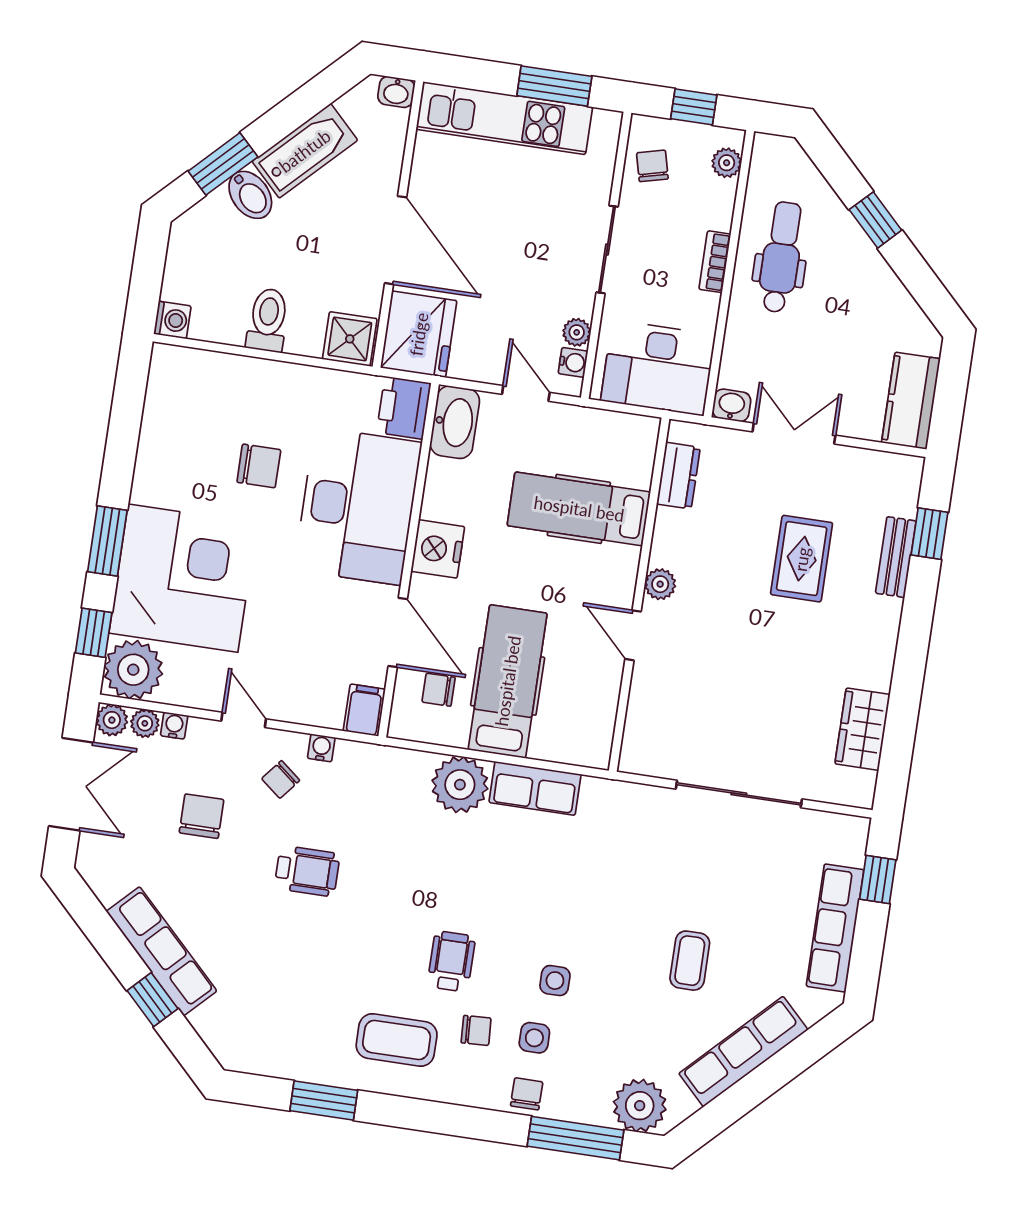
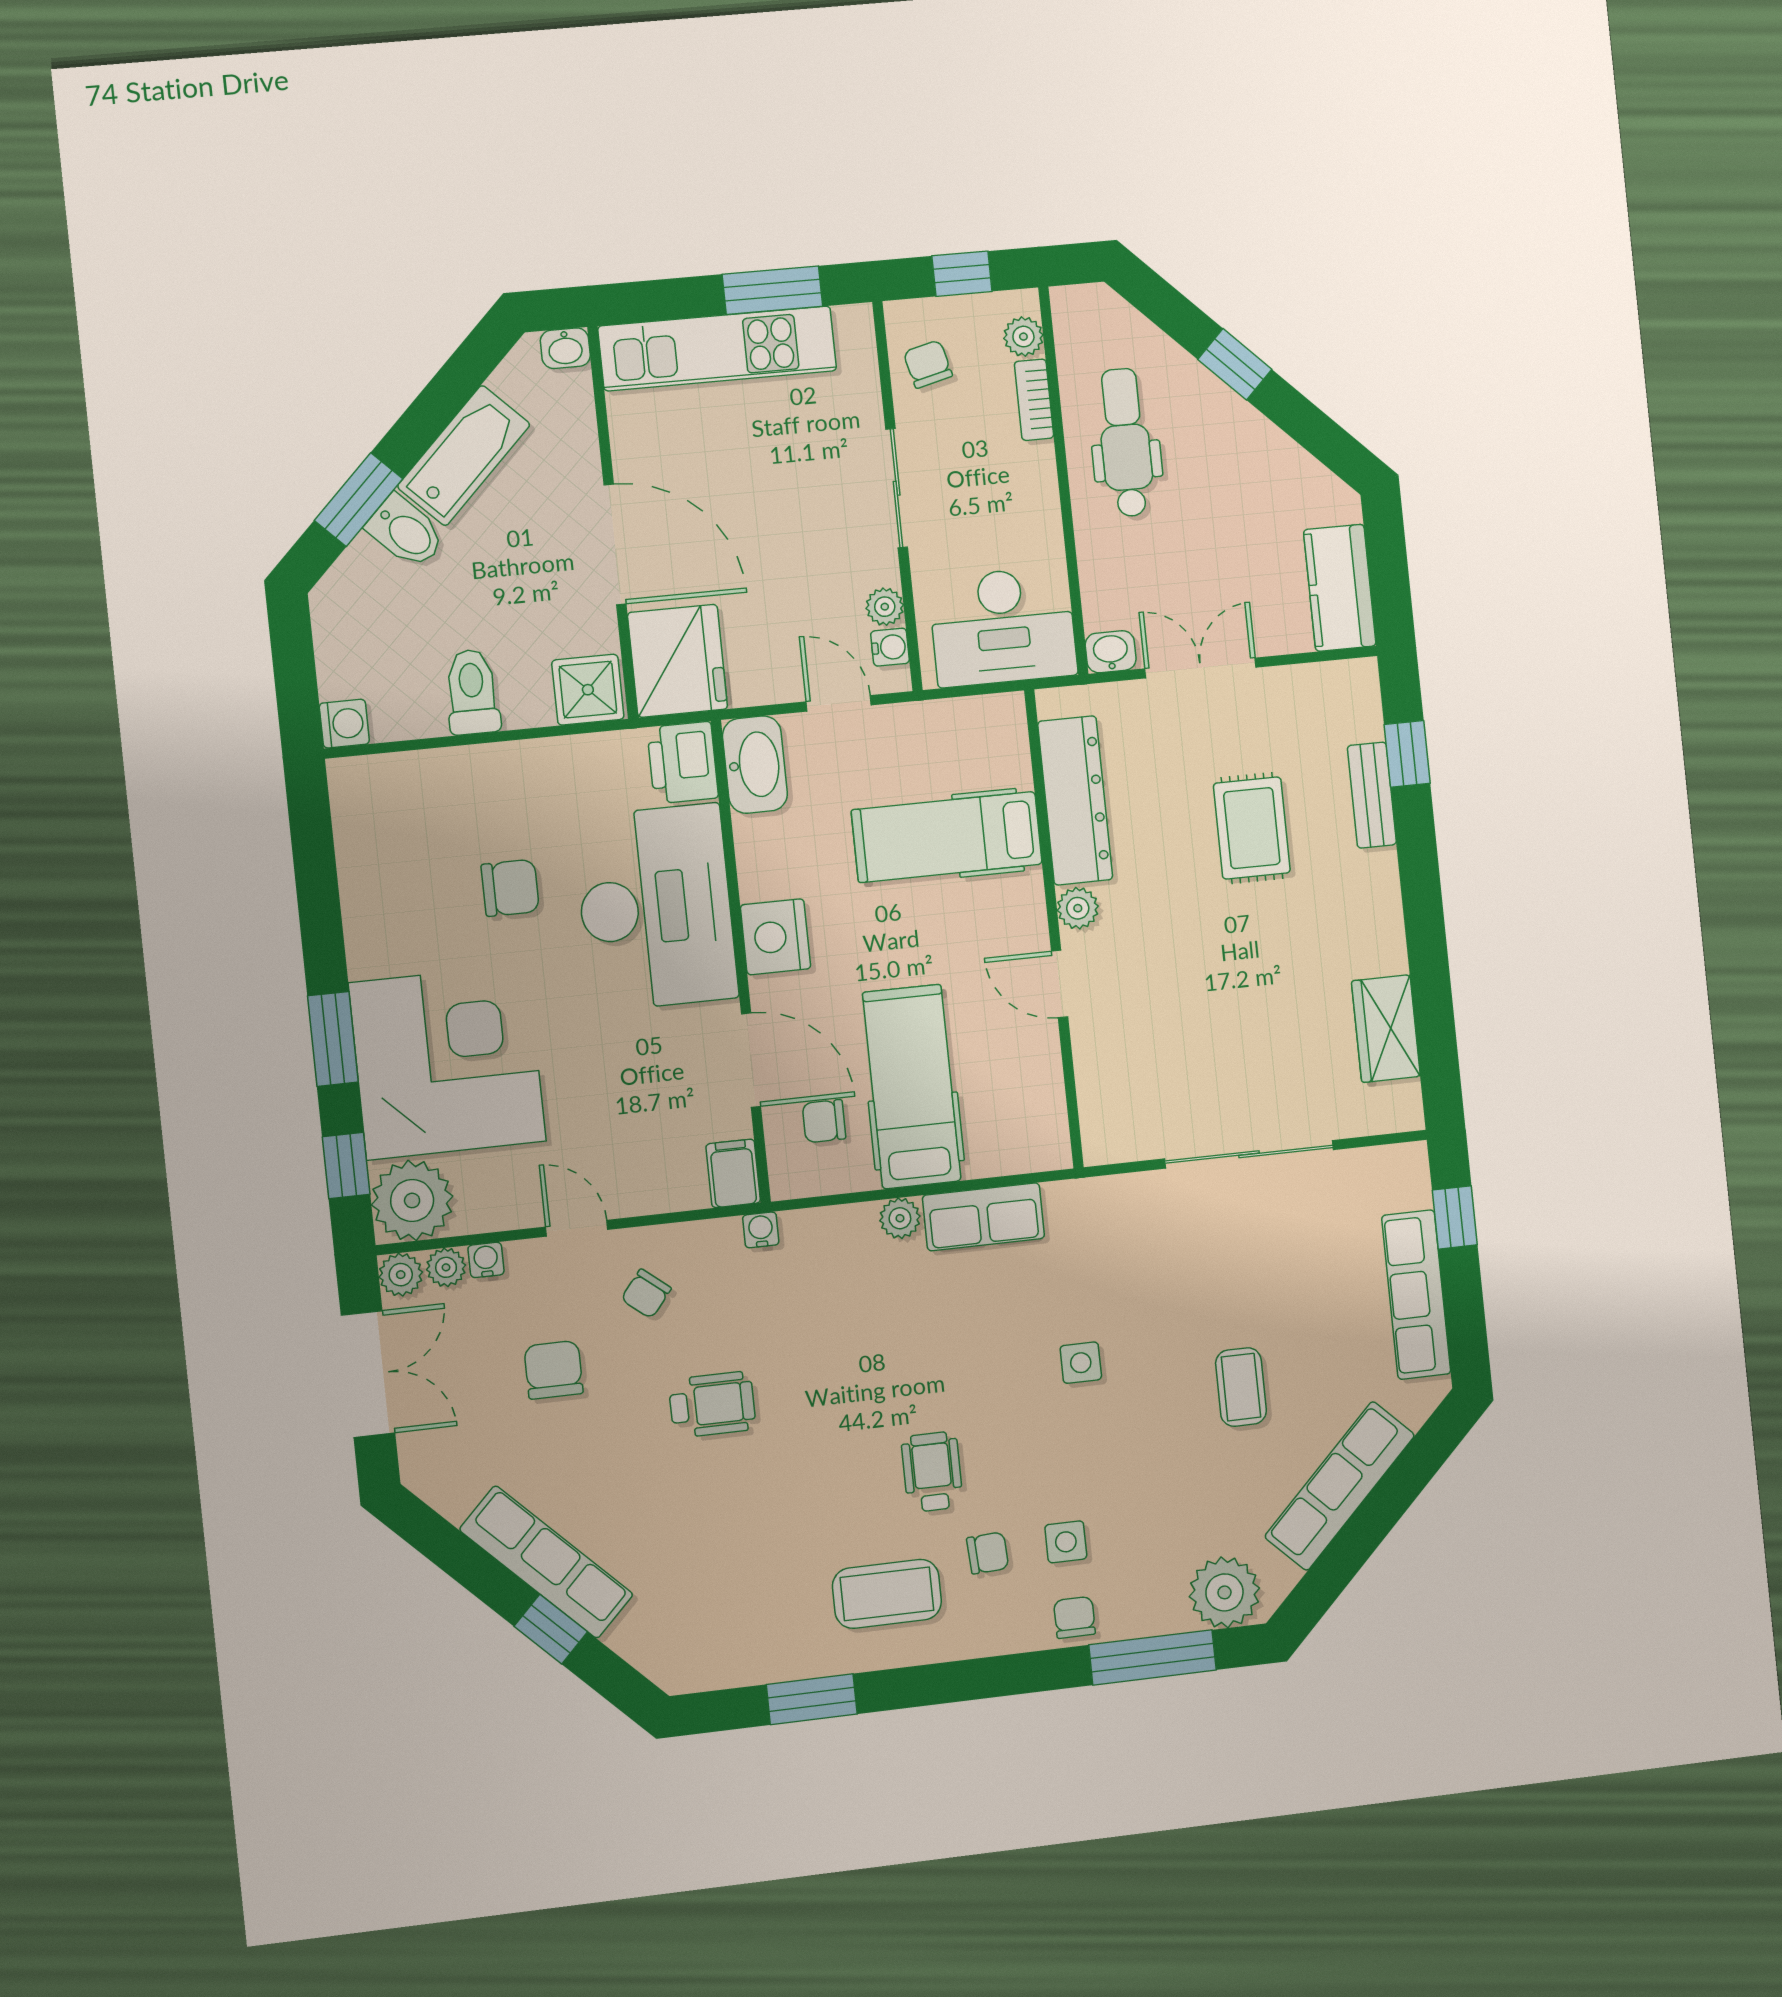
bookcase: (715, 262) -> (1034, 400), moved
dresser: (678, 476) -> (1075, 800), width x1.96, depth x1.24
water cooler: (321, 748) -> (761, 1230), moved
plant: (460, 785) -> (900, 1218), width x0.53, depth x0.53
side table: (555, 981) -> (1081, 1363), moved

